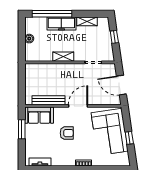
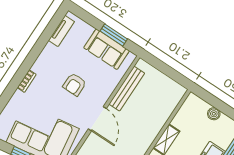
sofa: (39, 115) -> (107, 49), moved, turned -90

